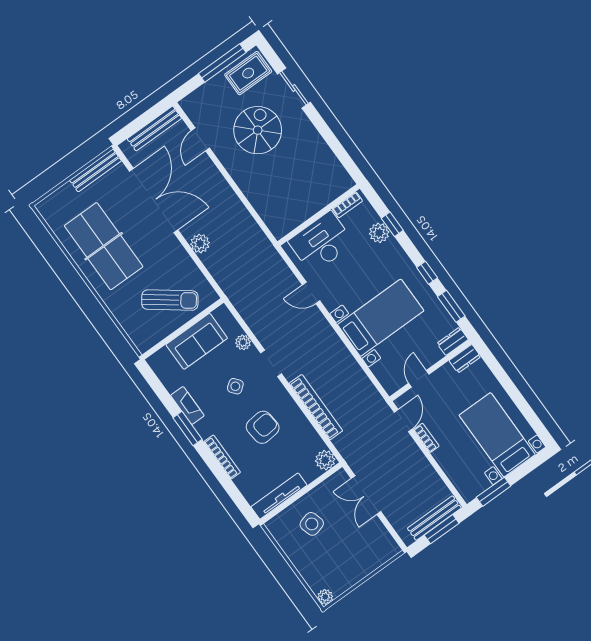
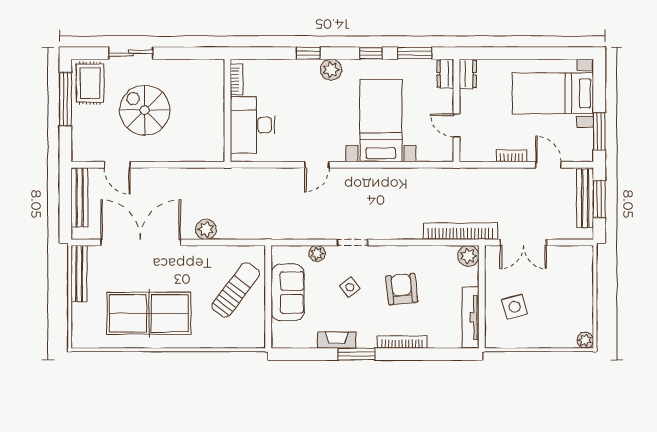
bookcase: (347, 205) -> (237, 79), moved
wall: (318, 215) -> (227, 110), moved
plant: (379, 233) -> (331, 70), moved
desk: (321, 242) -> (253, 125), moved
bookcase: (316, 407) -> (461, 231), moved
door: (403, 421) -> (548, 165), moved

